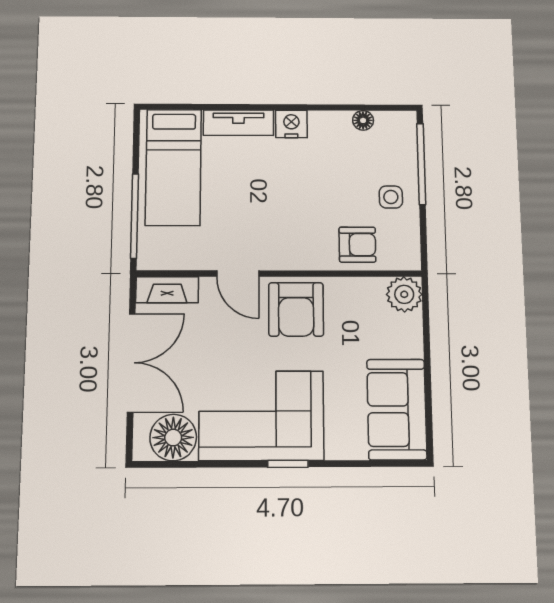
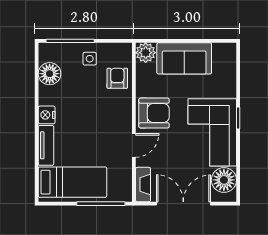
floor lamp: (363, 120) -> (50, 74), width x1.89, depth x1.89
sofa: (397, 409) -> (184, 58), moved

